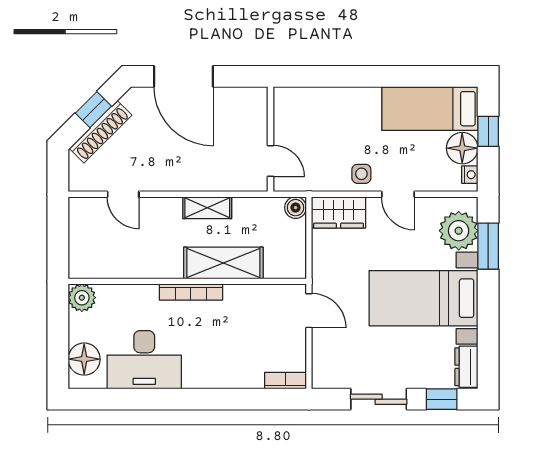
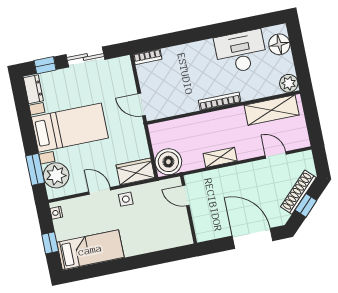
floor lamp: (462, 148) -> (65, 229), removed
boiler: (296, 208) -> (168, 162), width x1.86, depth x1.86
shelving: (223, 263) -> (272, 110), moved

